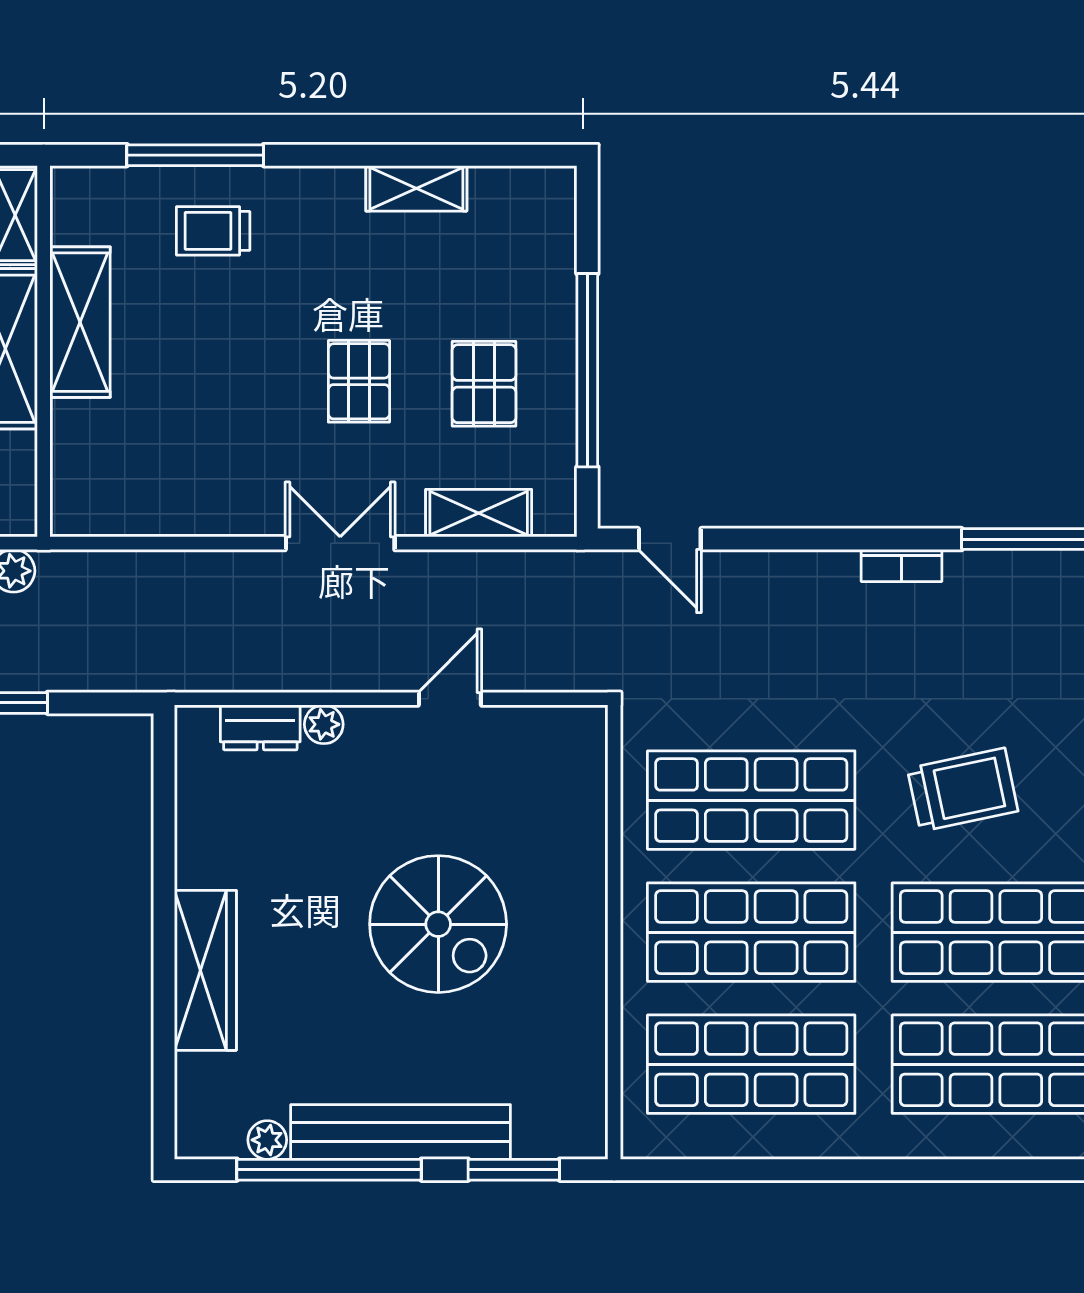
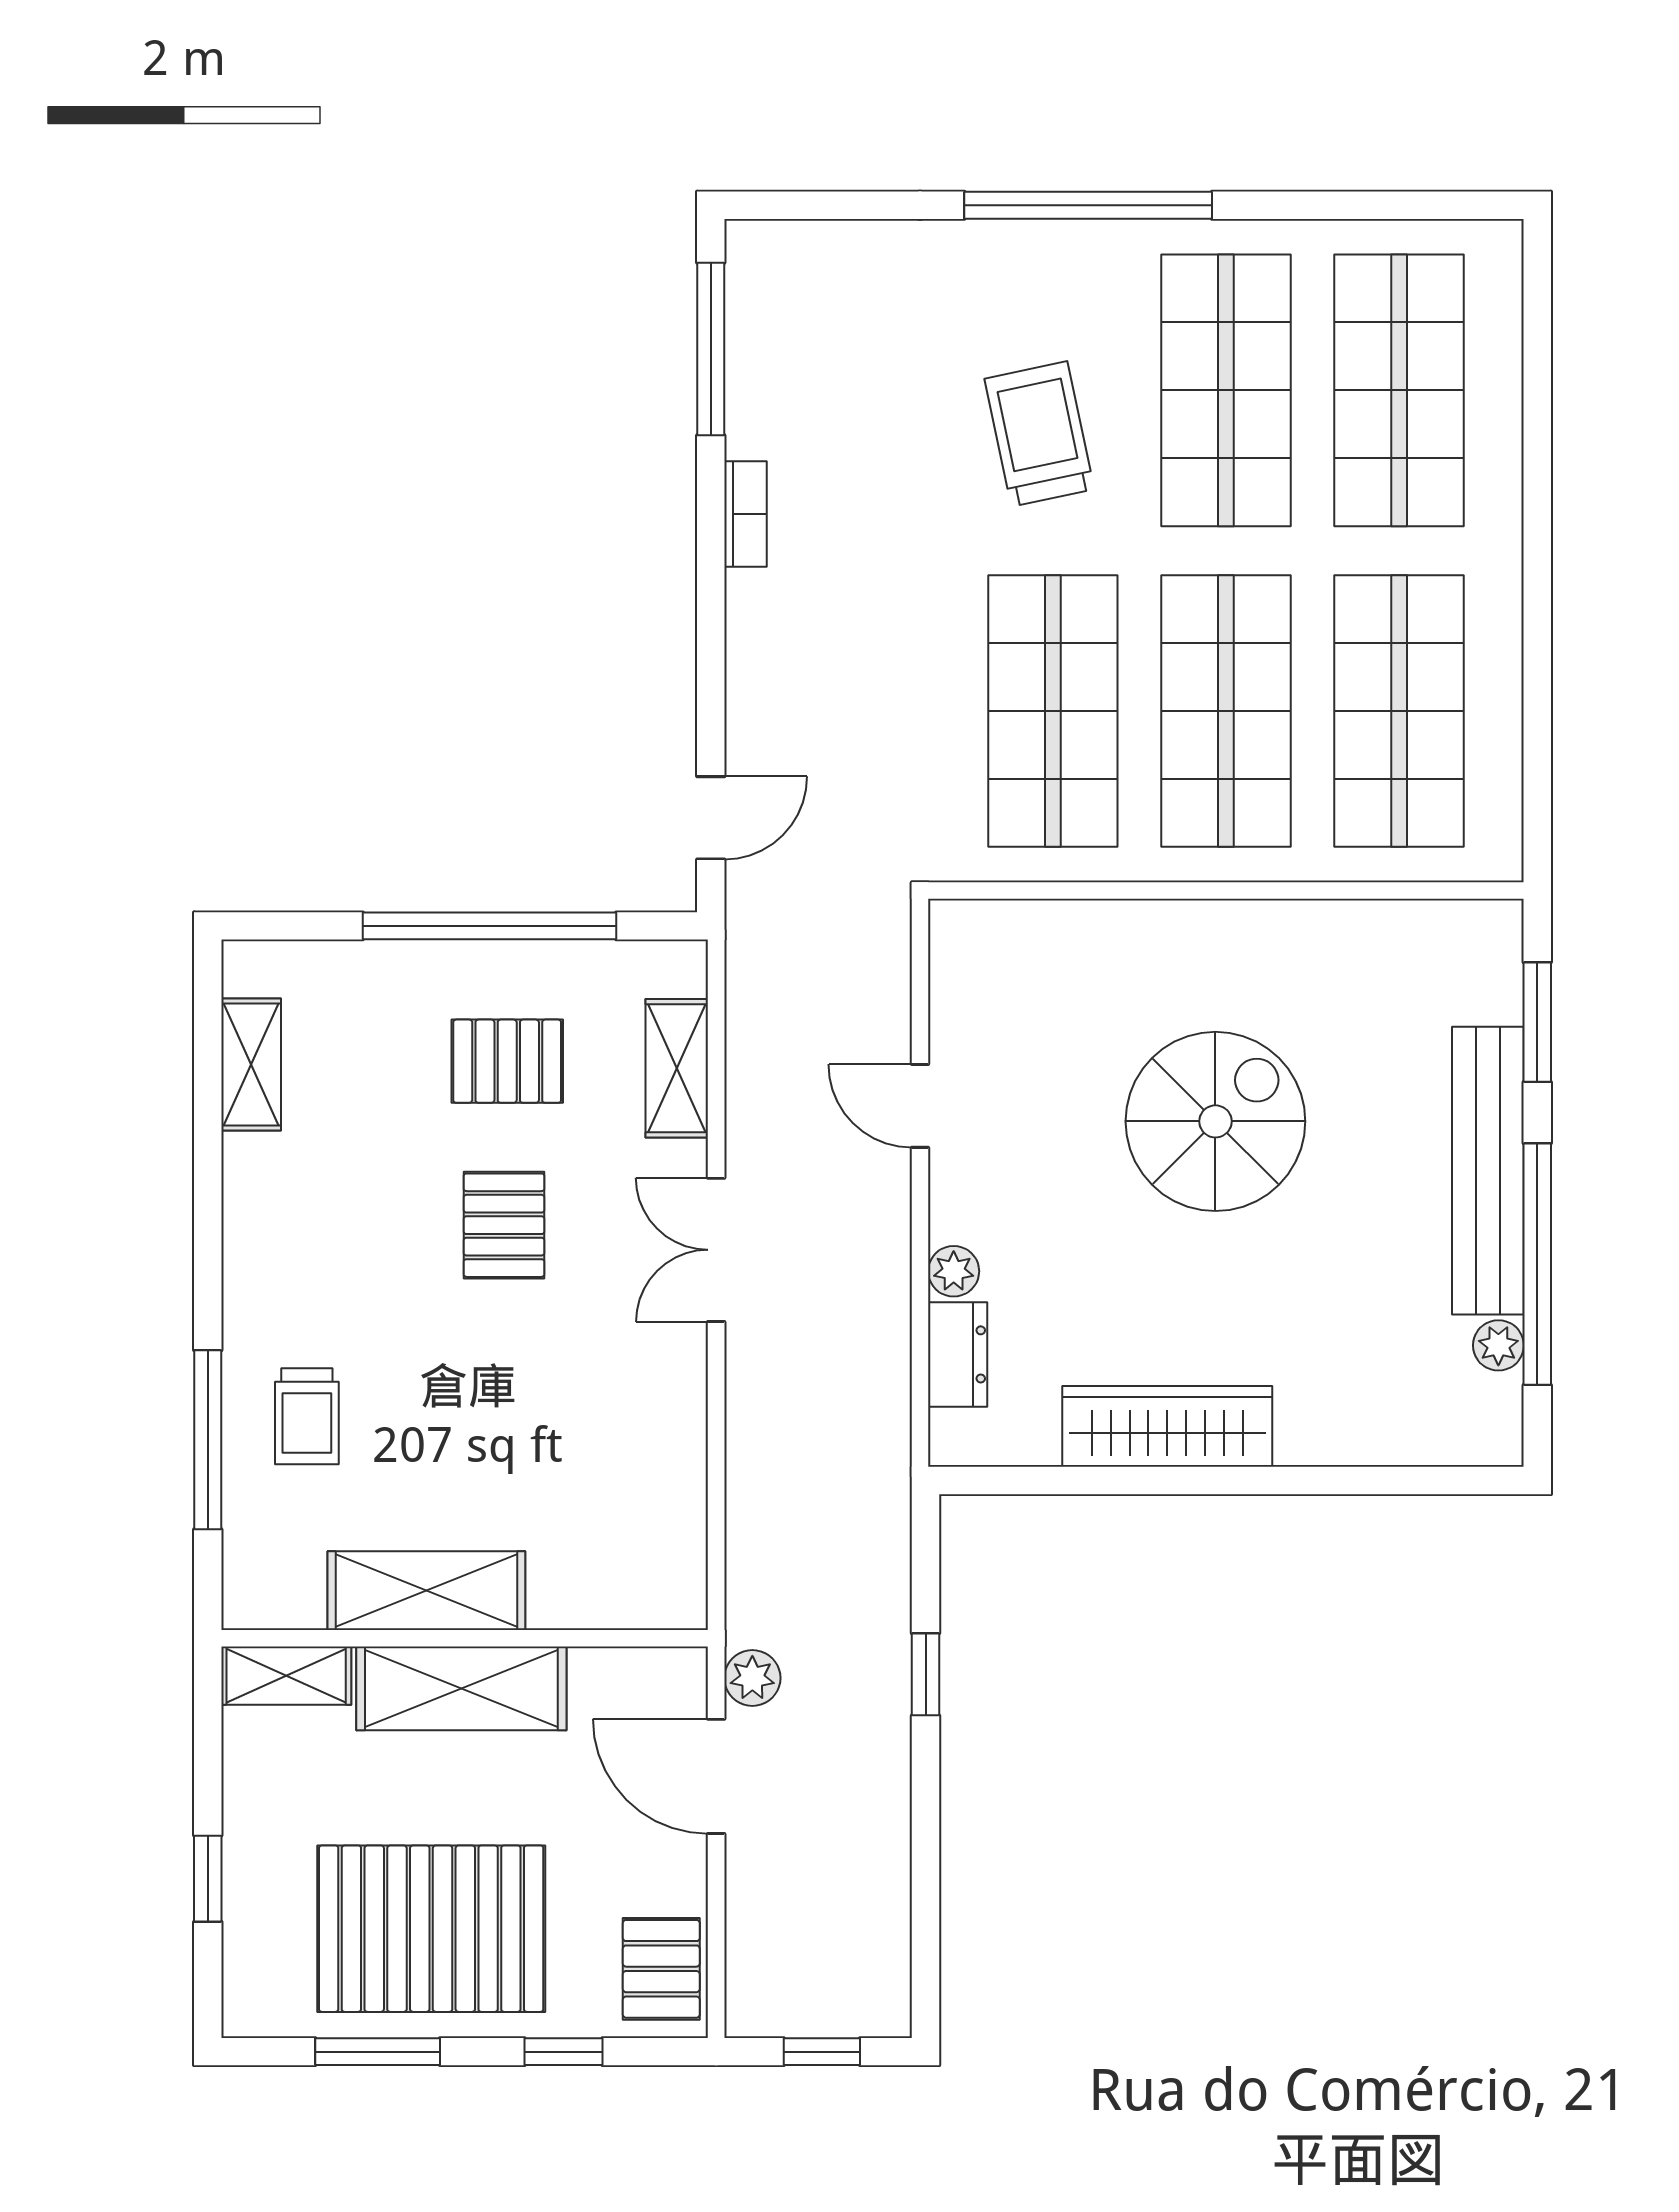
shelving: (416, 188) -> (251, 1064), moved
pallet: (359, 381) -> (504, 1225), turned 90
wardrobe: (205, 970) -> (1167, 1426), moved

